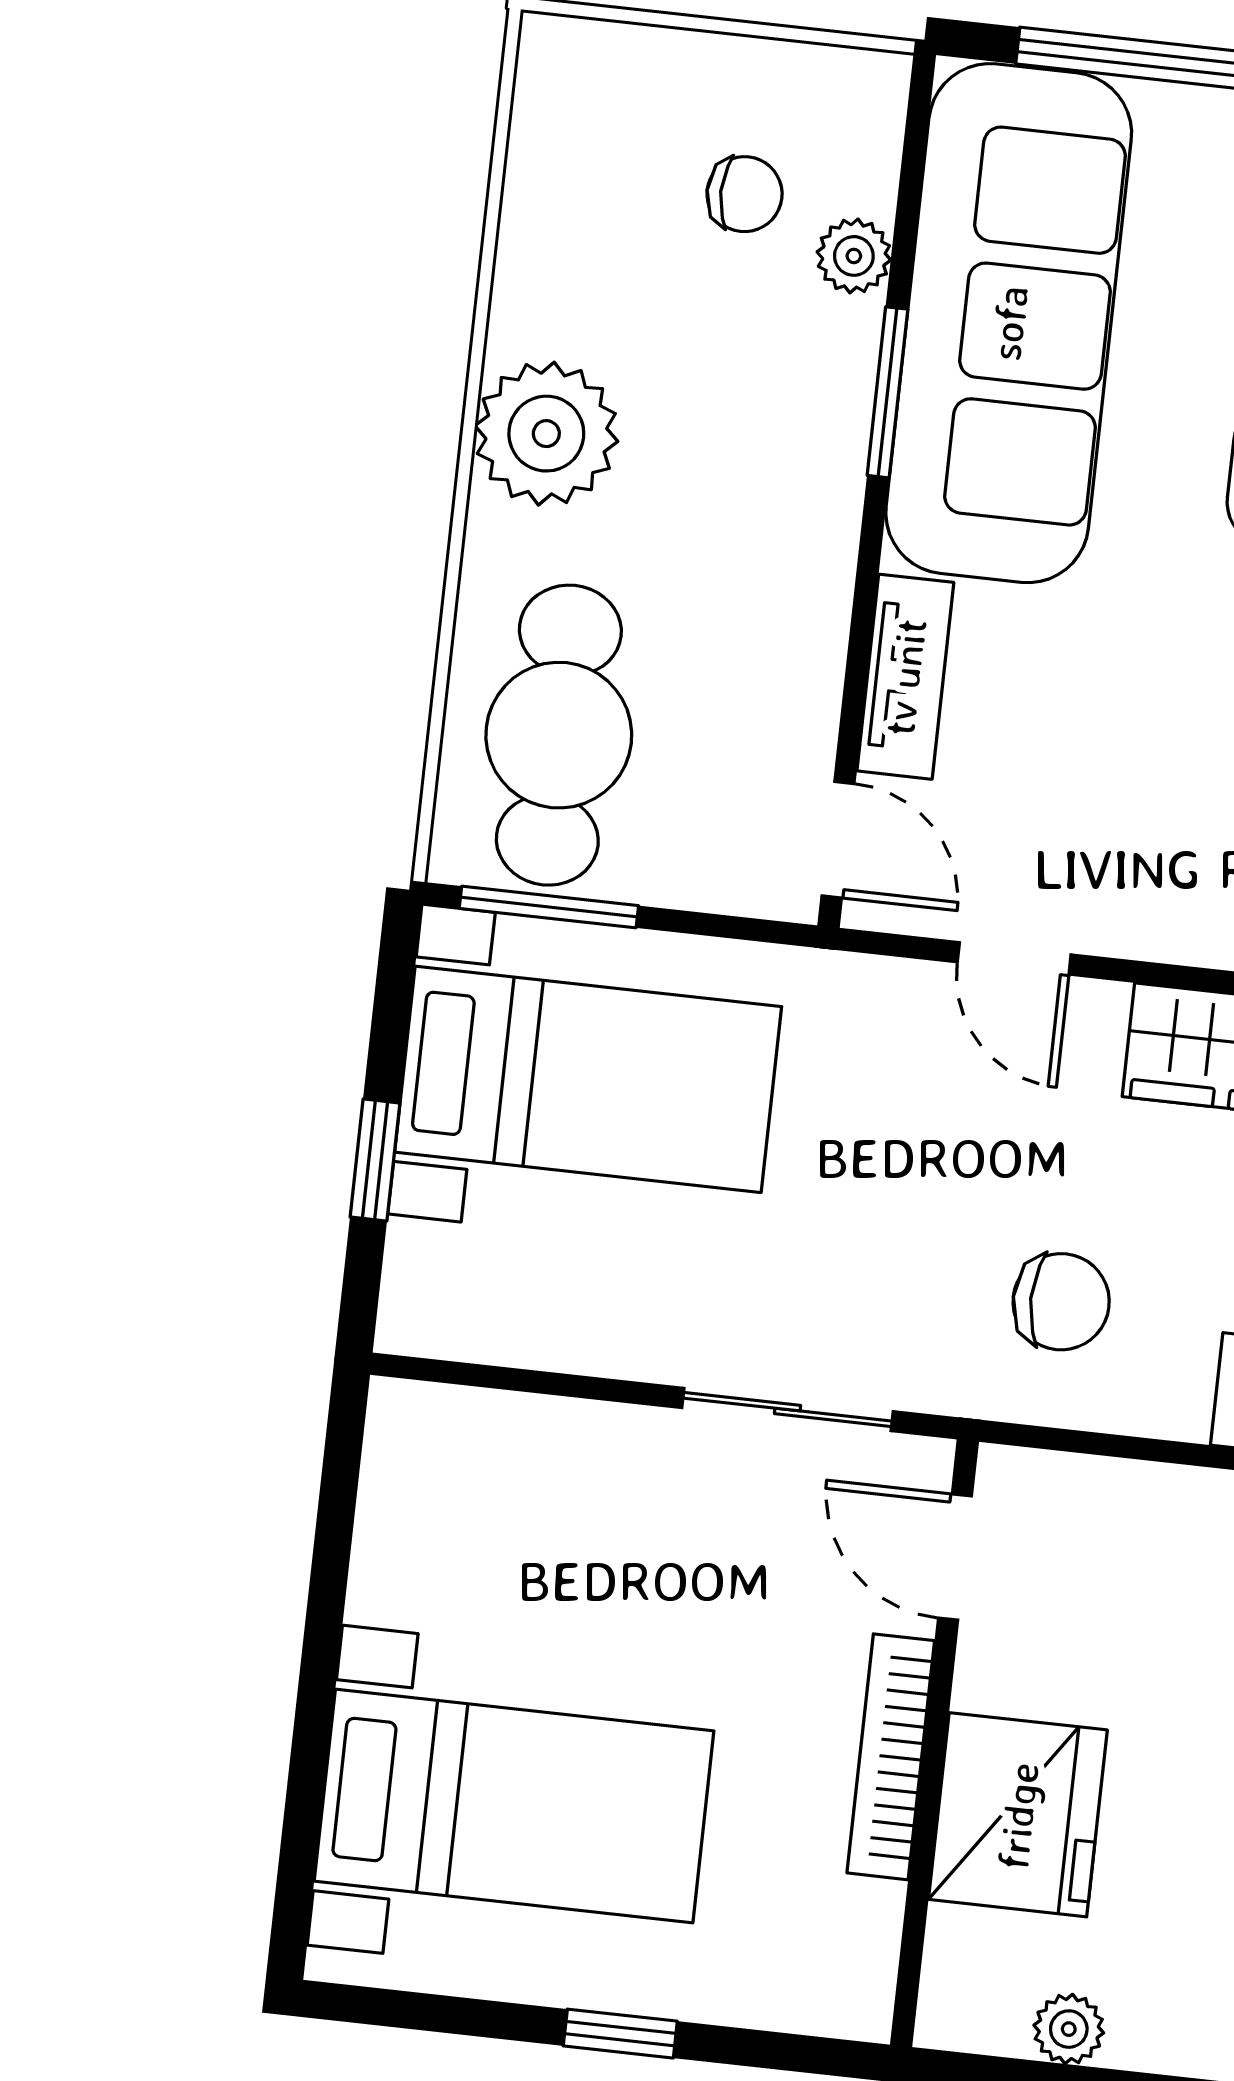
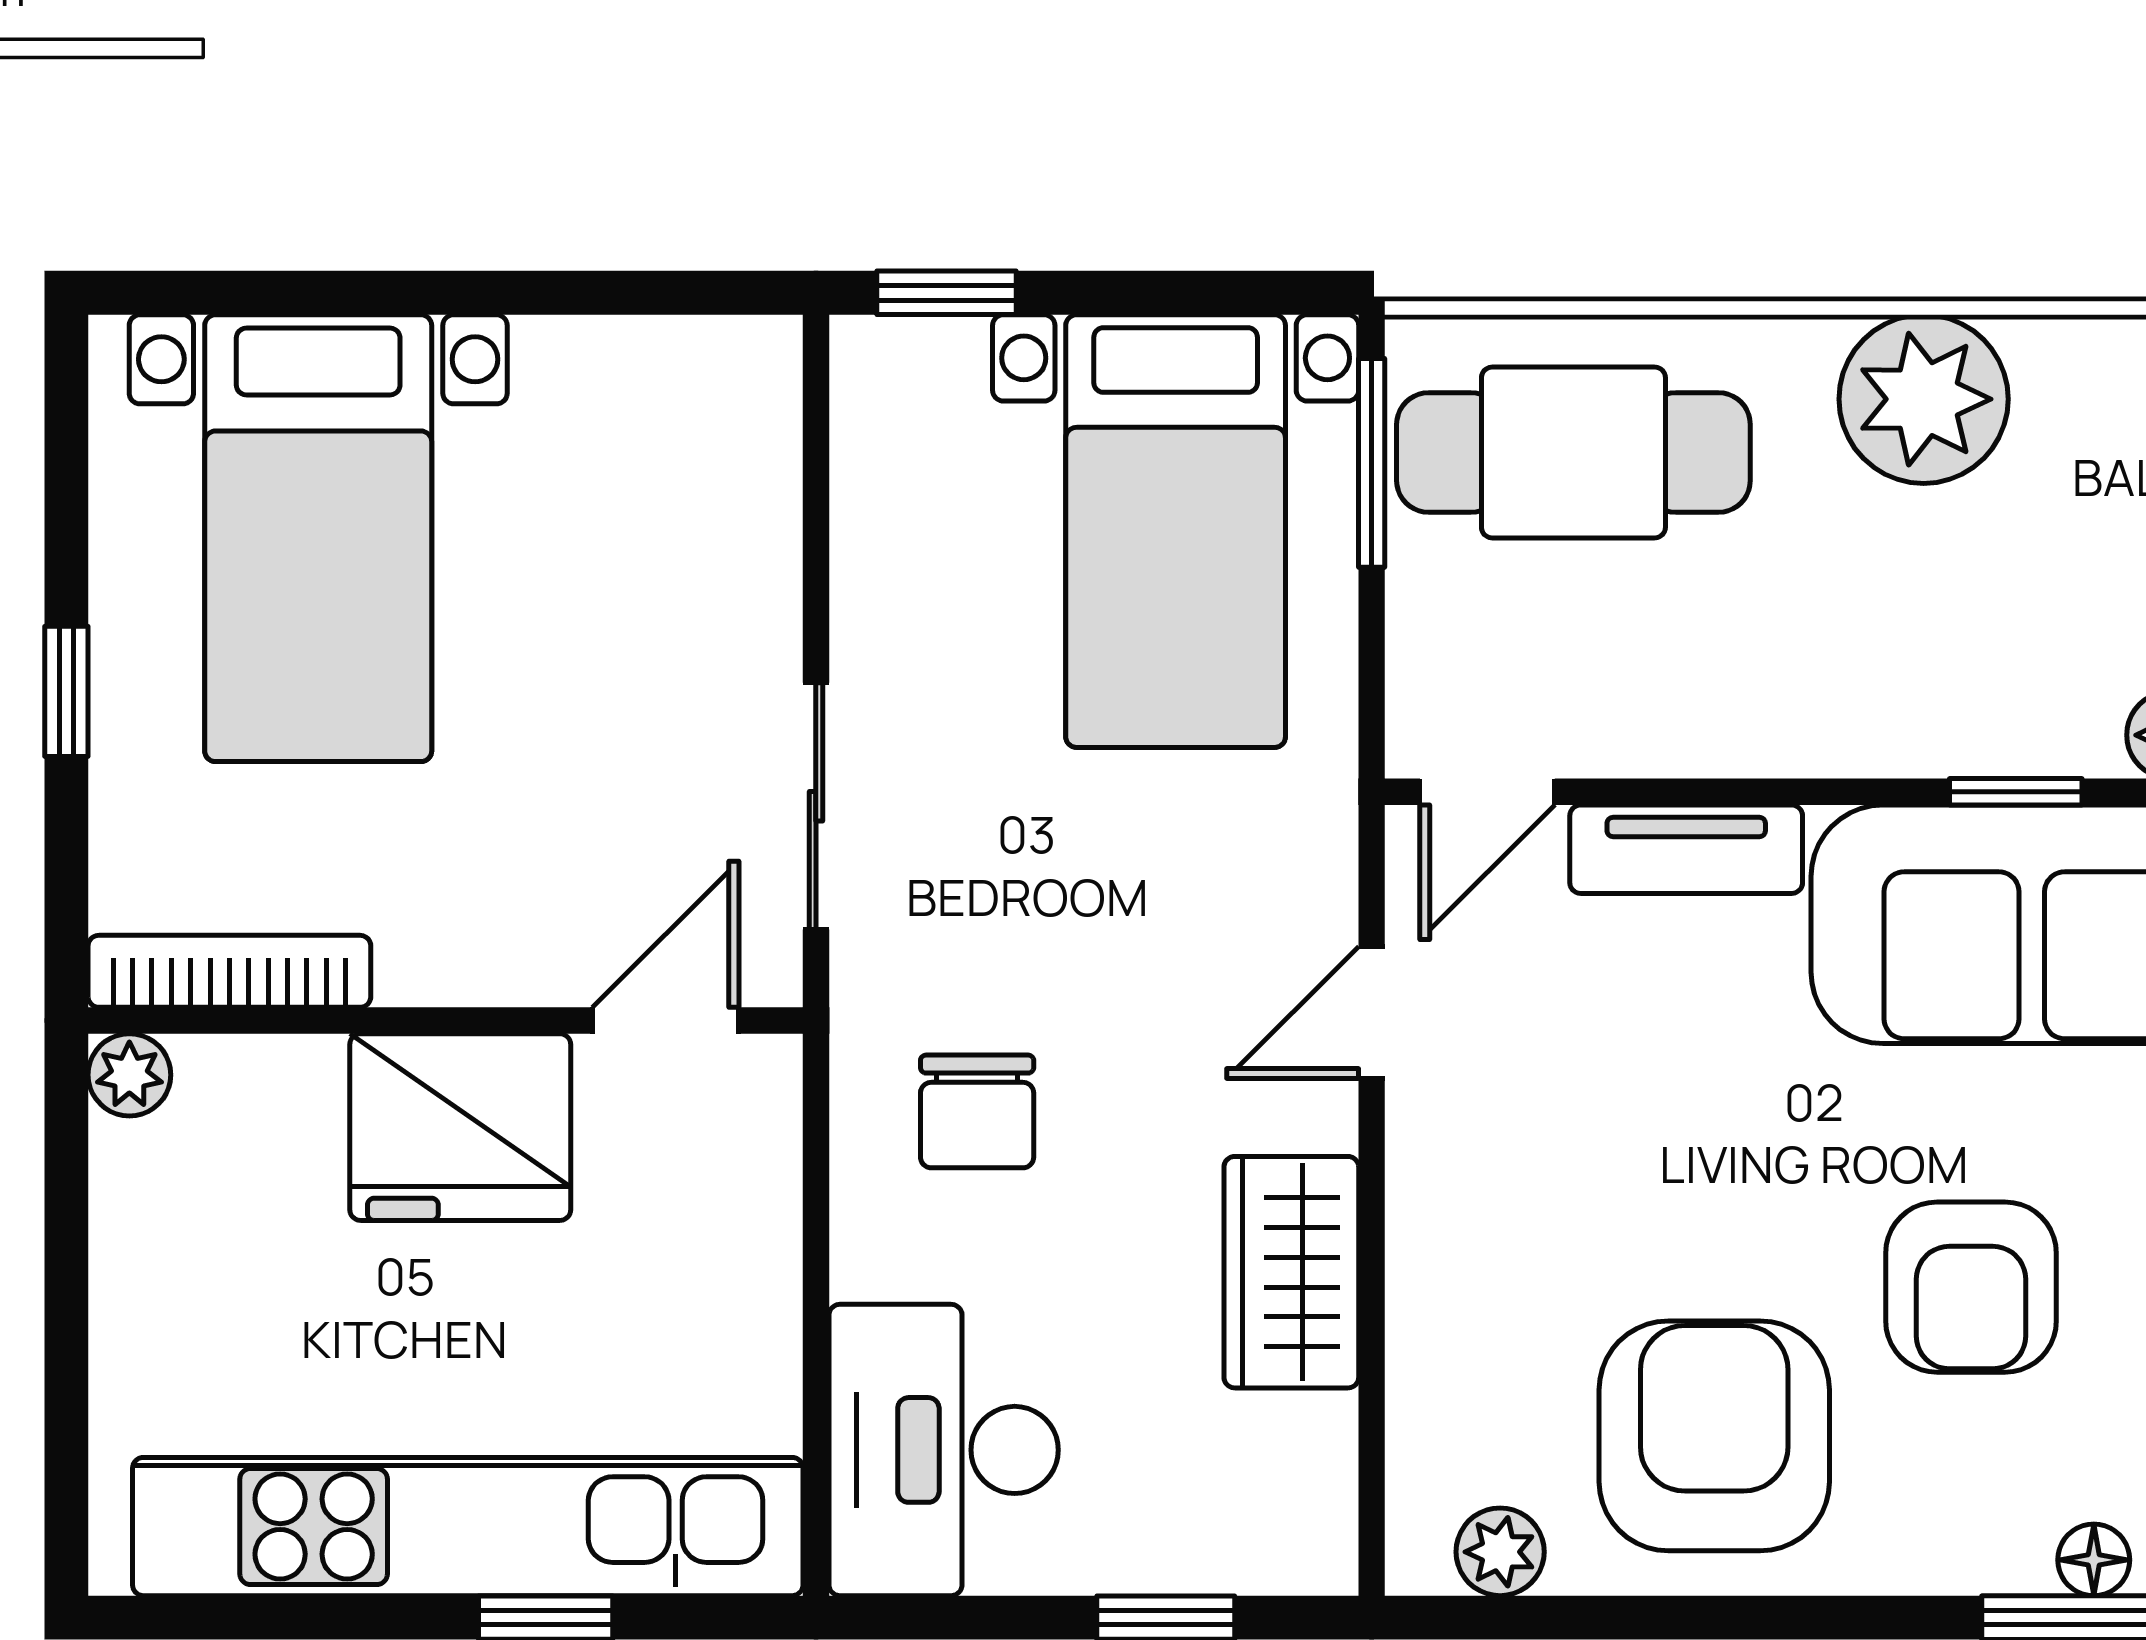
window: (887, 392) -> (2016, 792), width x0.67
window: (375, 1160) -> (946, 293), moved
bookcase: (891, 1757) -> (229, 971), moved
fridge: (1018, 1815) -> (460, 1127), moved
plant: (1069, 2029) -> (129, 1075), moved

